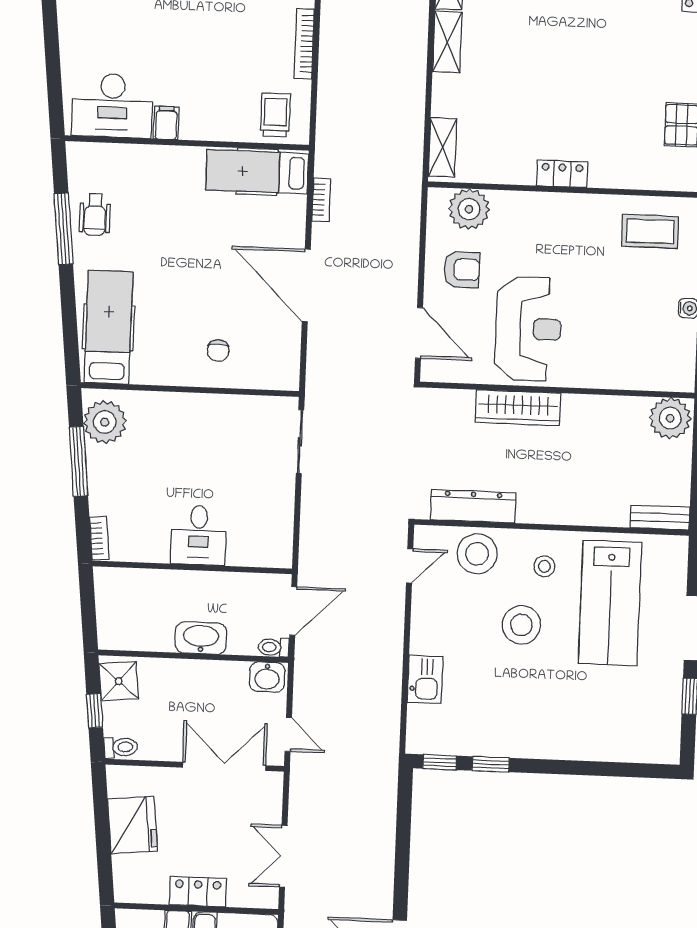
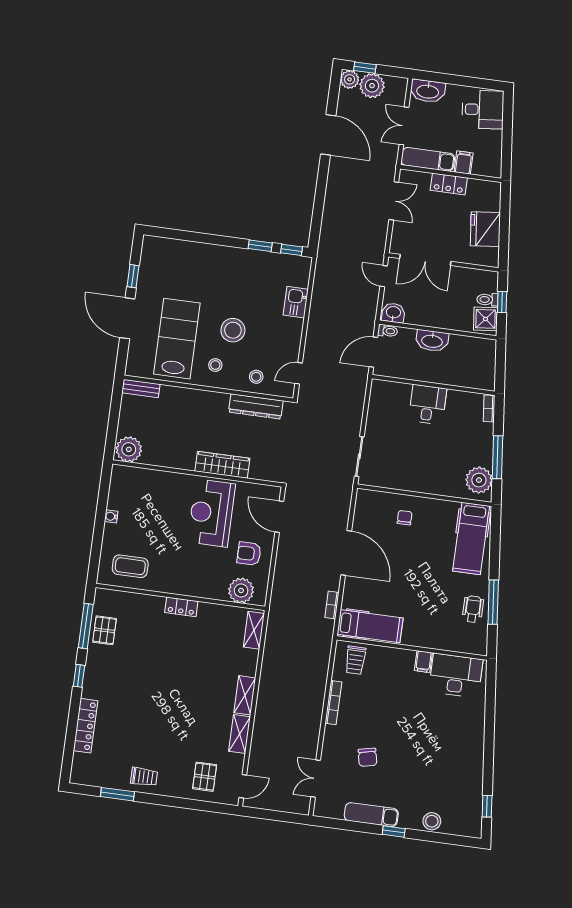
stool: (477, 554) -> (256, 377), width x0.53, depth x0.53
toilet: (121, 747) -> (487, 300), moved

